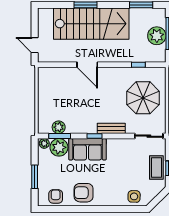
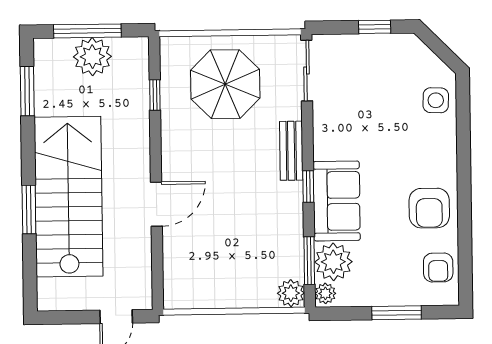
plant: (59, 127) -> (291, 293), moved
coffee table: (156, 167) -> (373, 53), removed
armchair: (56, 196) -> (438, 267), turned -90

